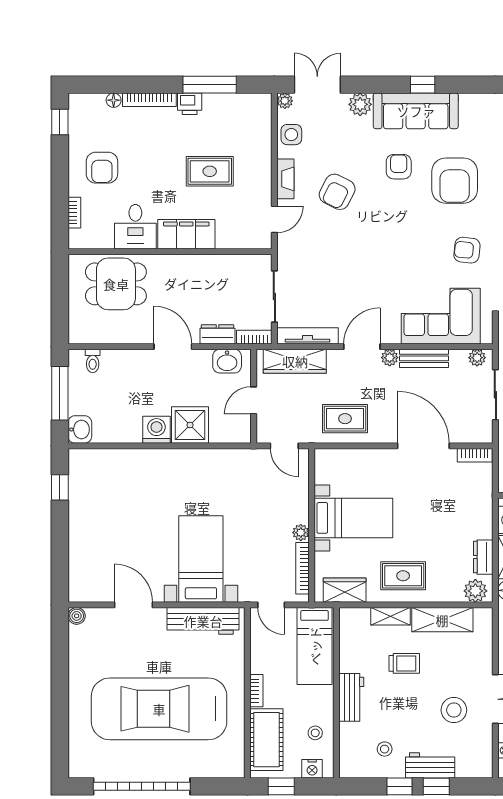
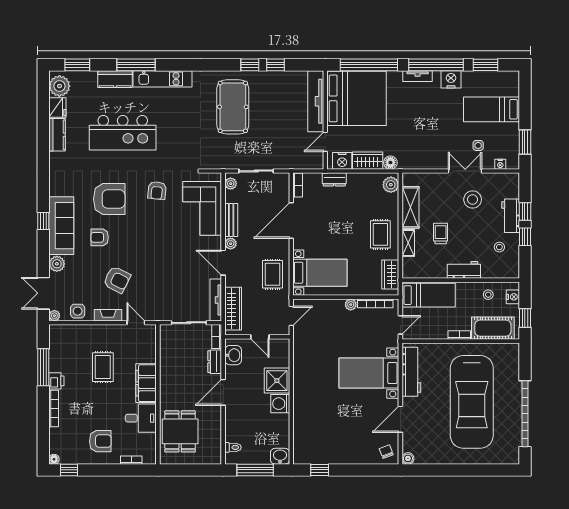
floor lamp: (114, 100) -> (54, 459), moved
bed with nightstands: (353, 518) -> (320, 273), moved, turned 90
dresser: (483, 557) -> (334, 179), moved
chair: (86, 584) -> (386, 452), added

